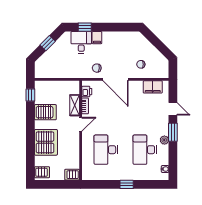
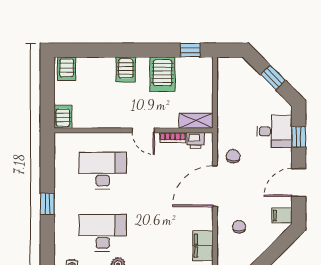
door: (113, 27) -> (299, 183), added
filing cabinet: (97, 38) -> (282, 215), moved
shelving: (75, 105) -> (196, 121), moved
server rack: (46, 142) -> (126, 69), width x0.46, depth x0.70

